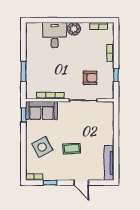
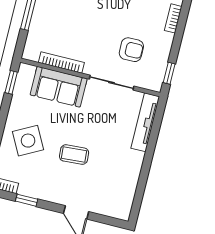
window: (116, 75) -> (169, 73), moved
sofa: (42, 111) -> (59, 87), moved
tv unit: (109, 163) -> (145, 122), moved

